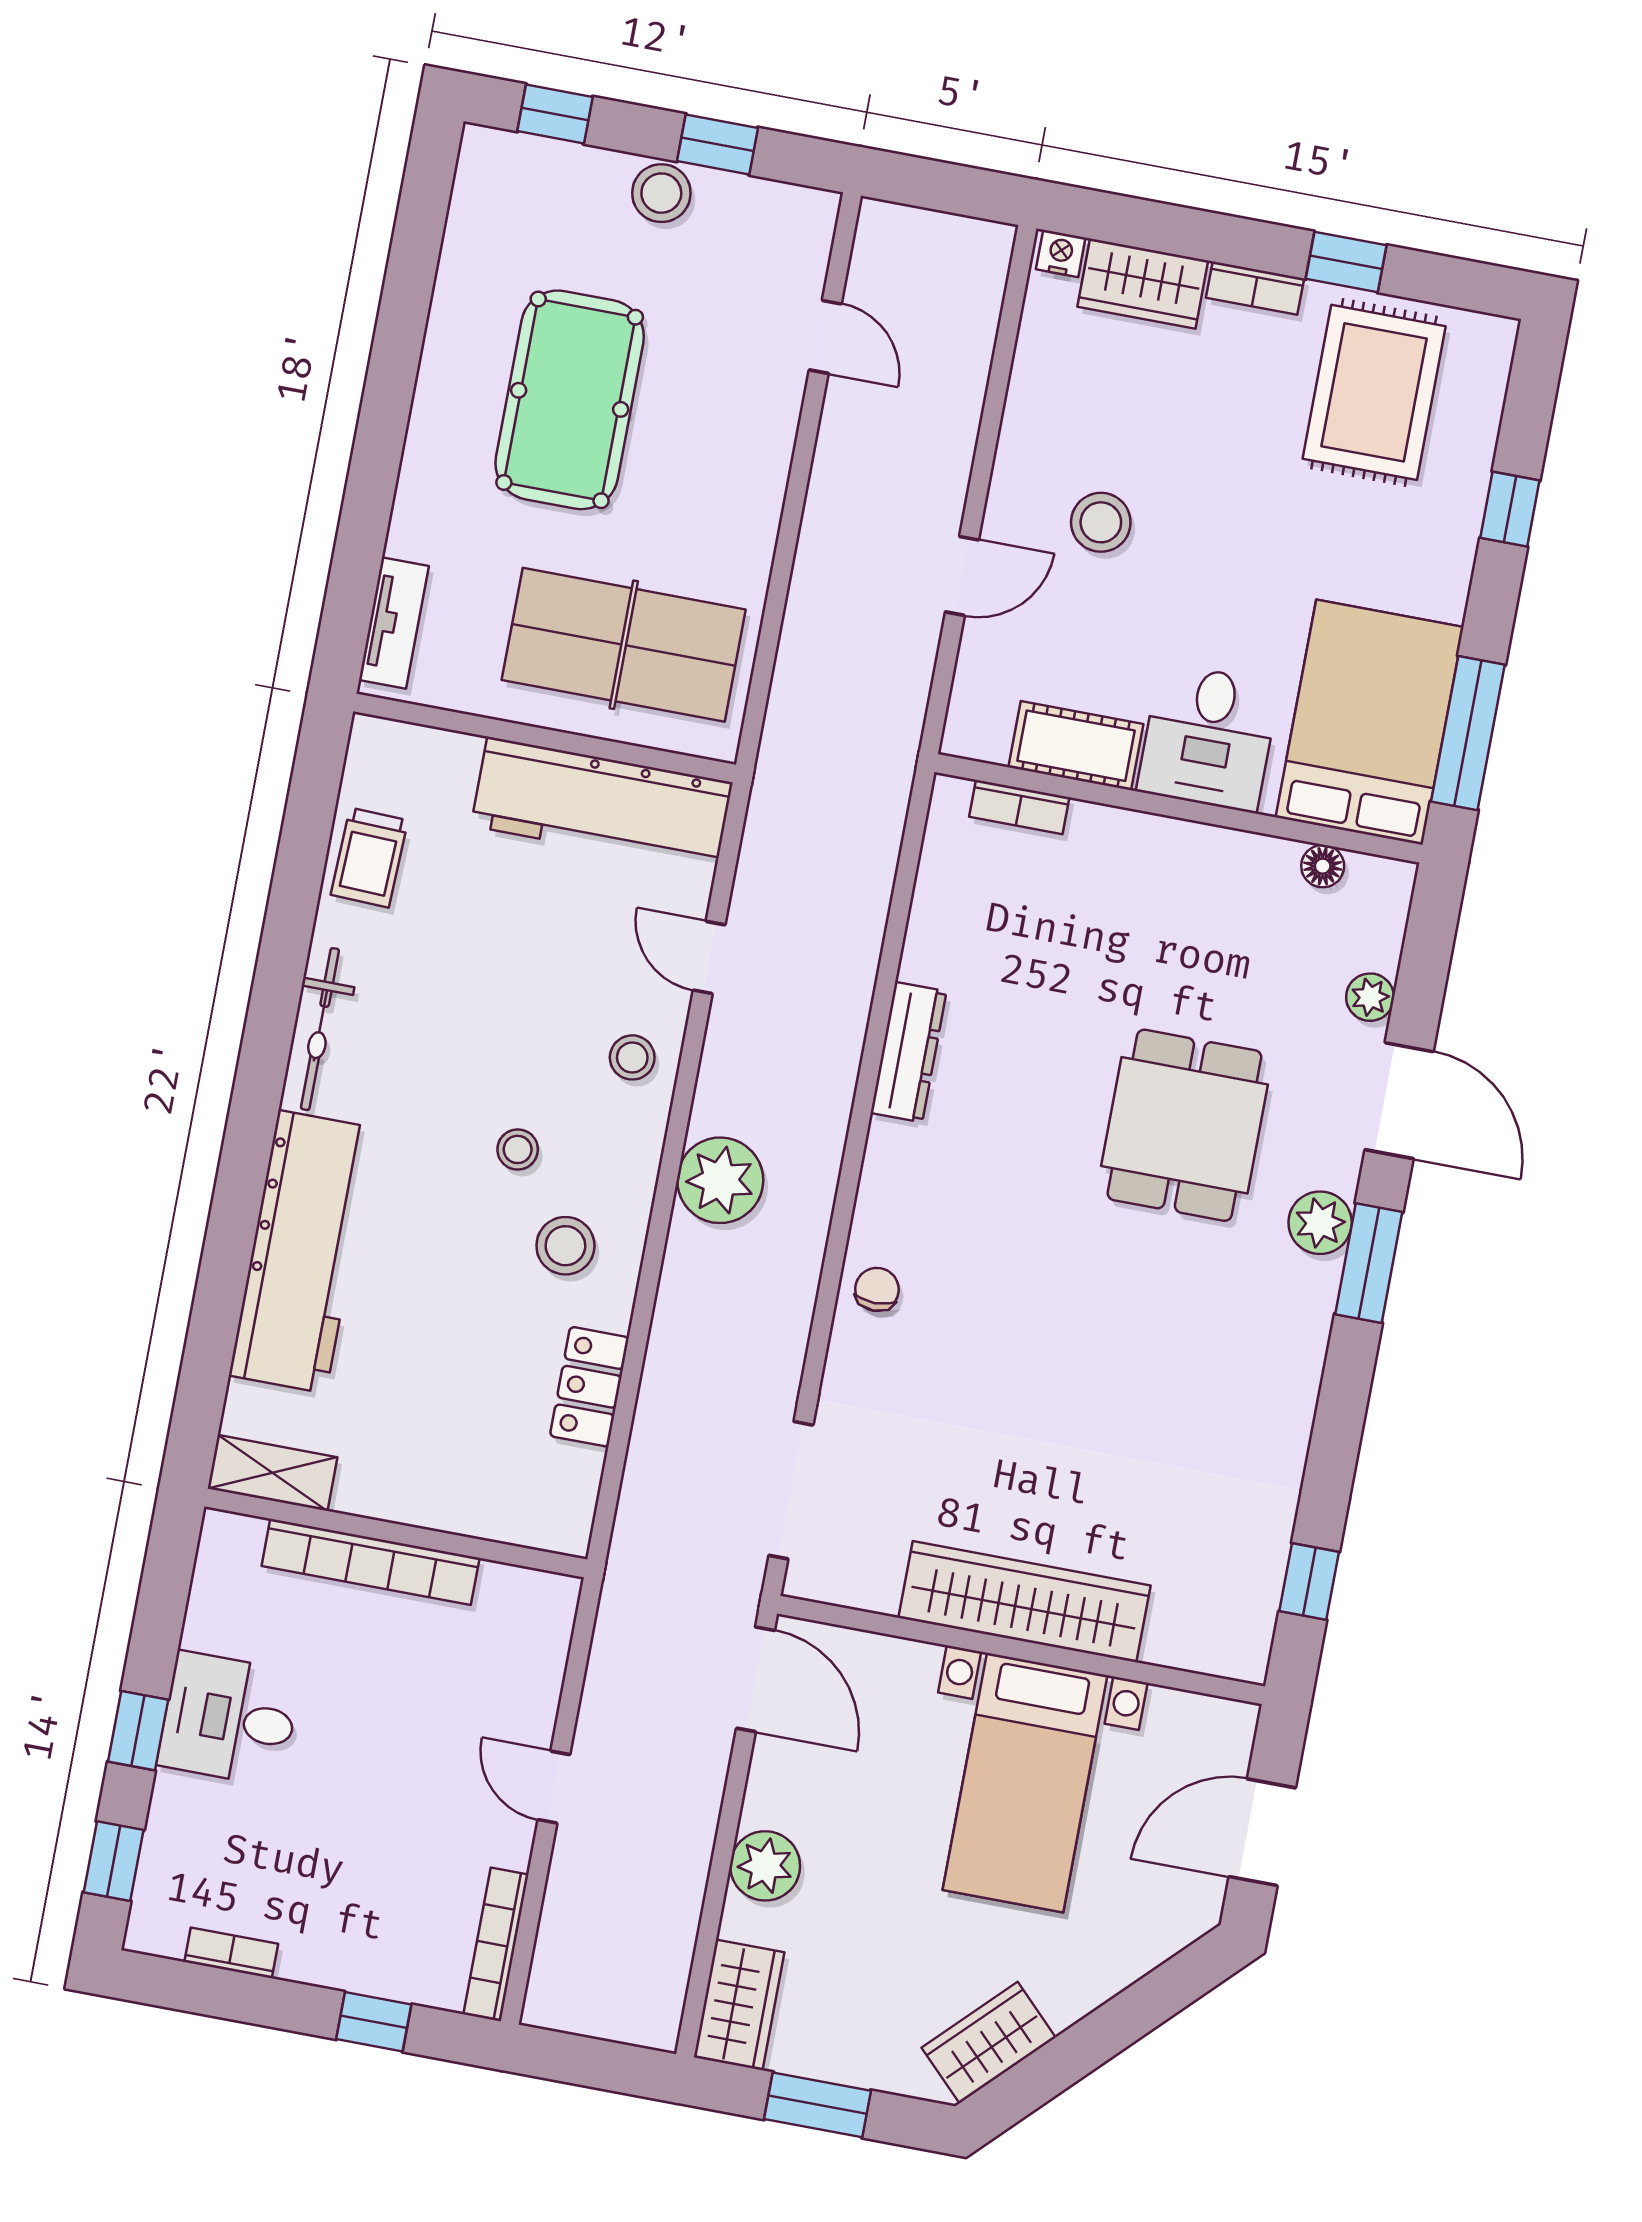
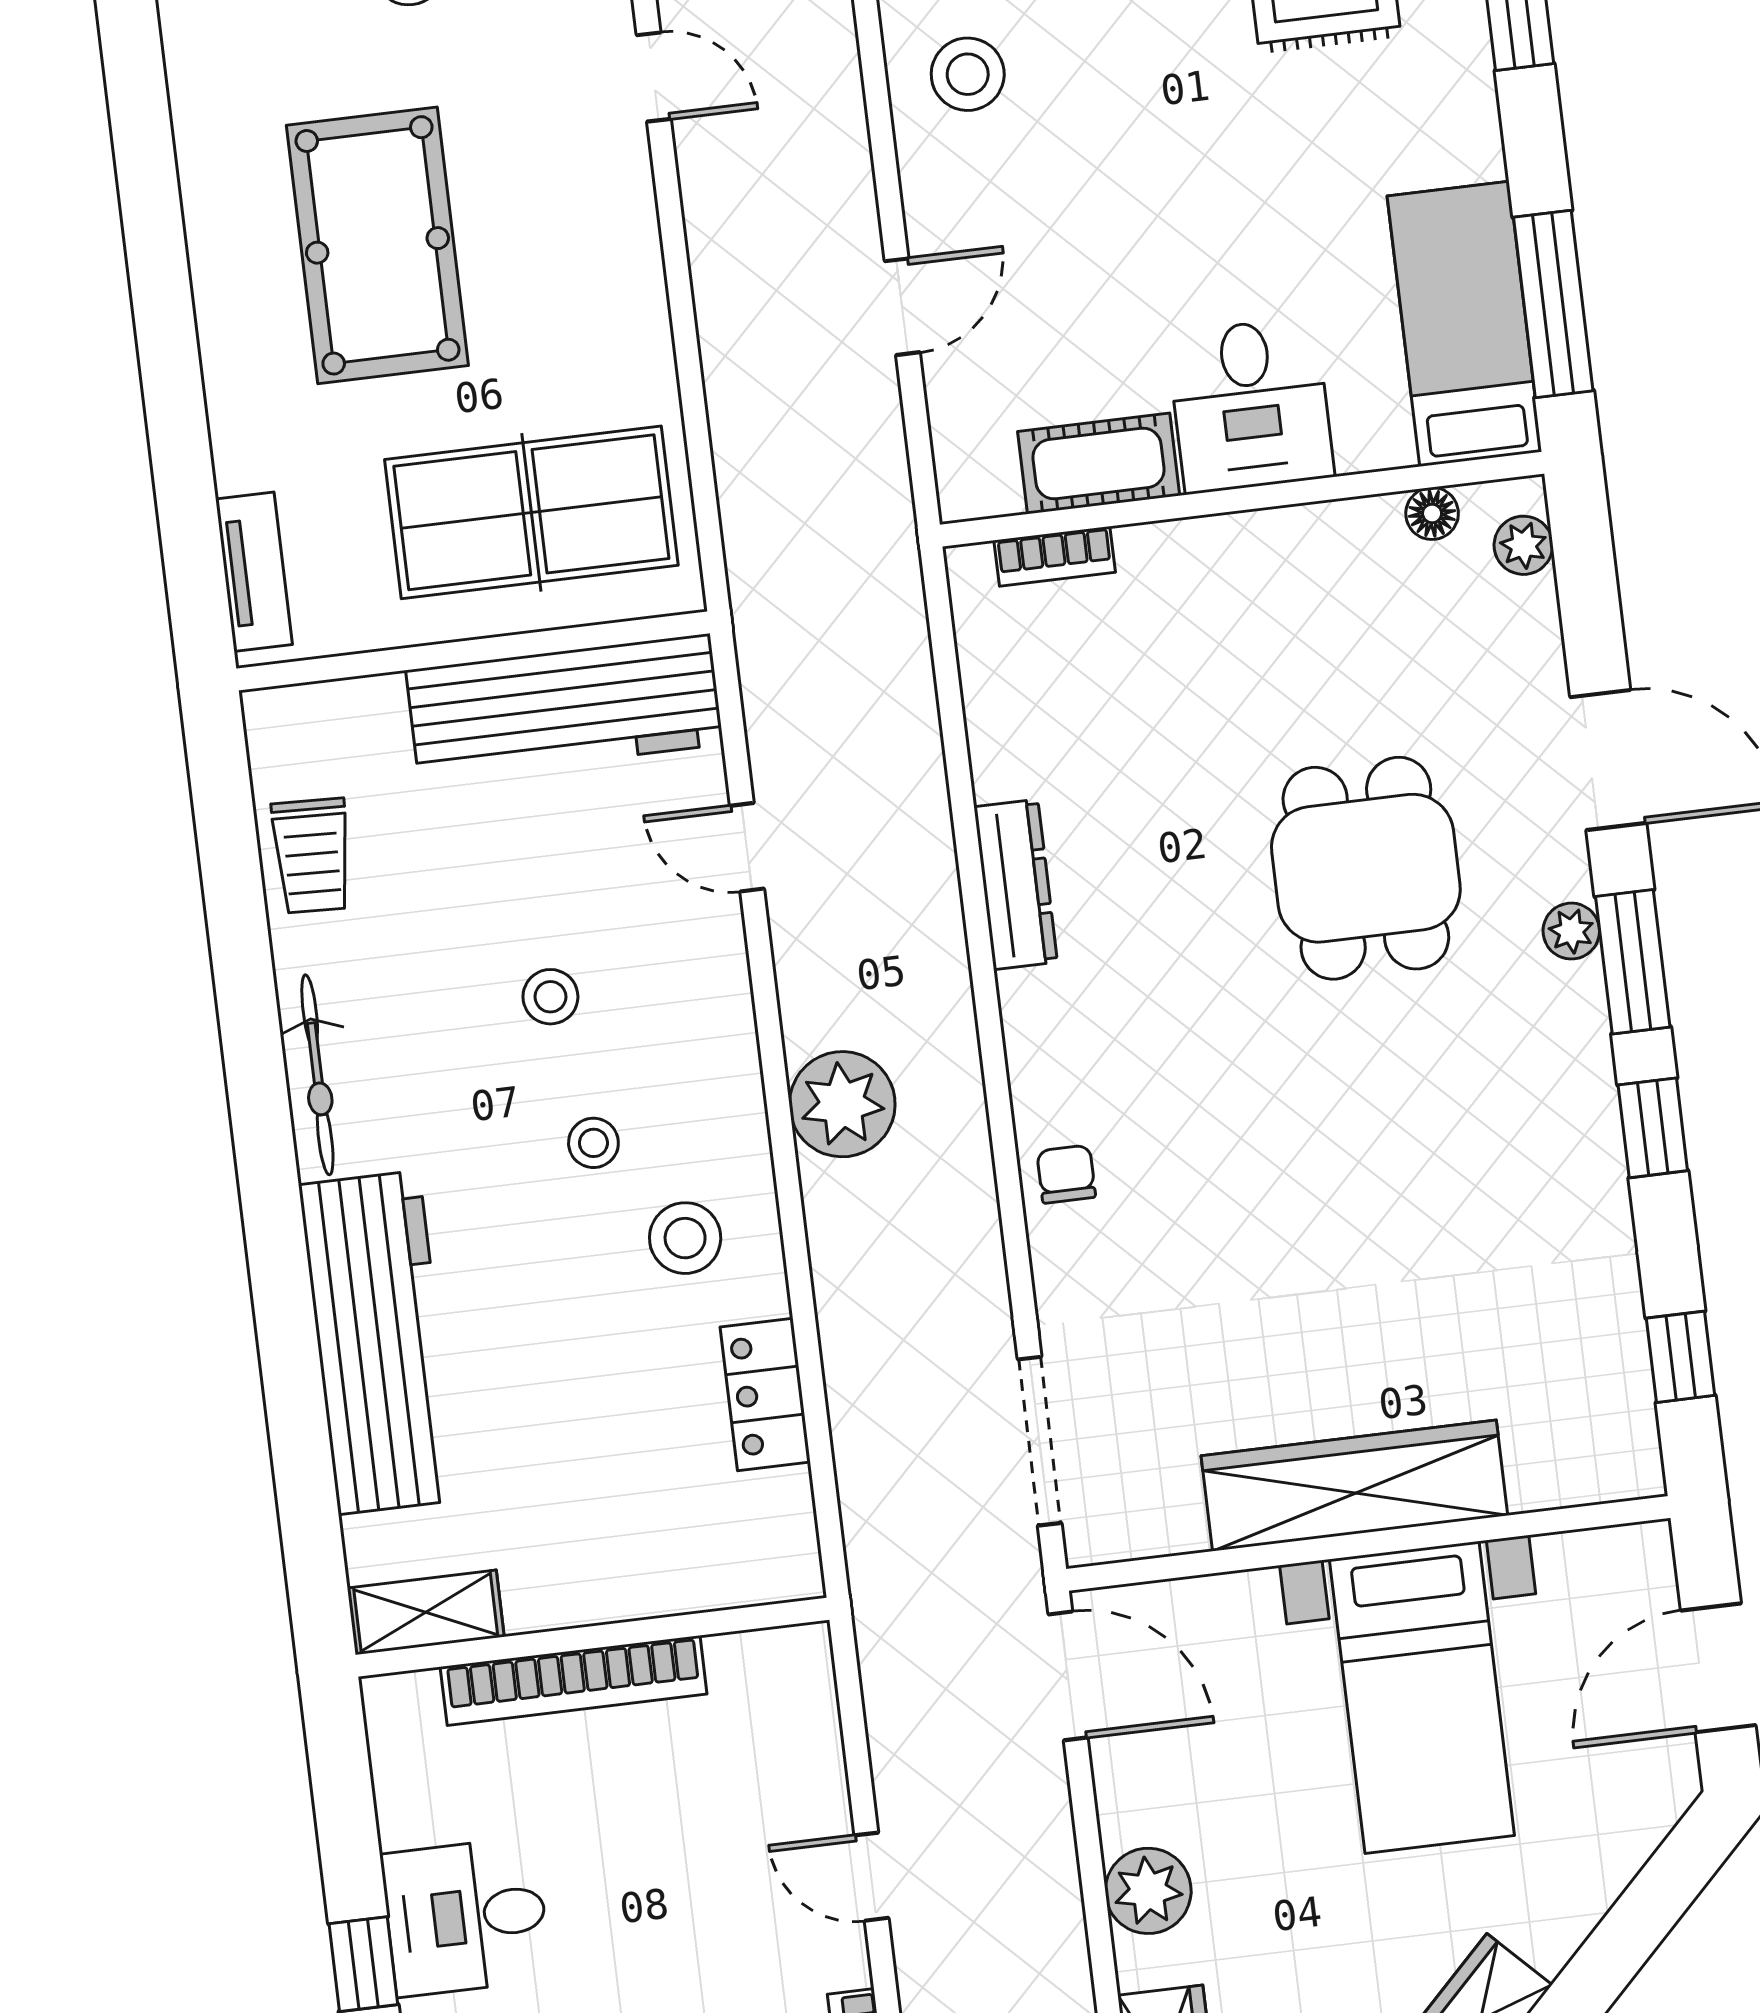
stool: (1101, 522) -> (968, 74), moved
bed: (1370, 722) -> (1464, 324), width x0.67
plant: (1370, 997) -> (1523, 545), moved
stool: (632, 1057) -> (550, 997), moved
plant: (1320, 1223) -> (1571, 931), width x0.73, depth x0.73
window: (1344, 1397) -> (1653, 1128), added

